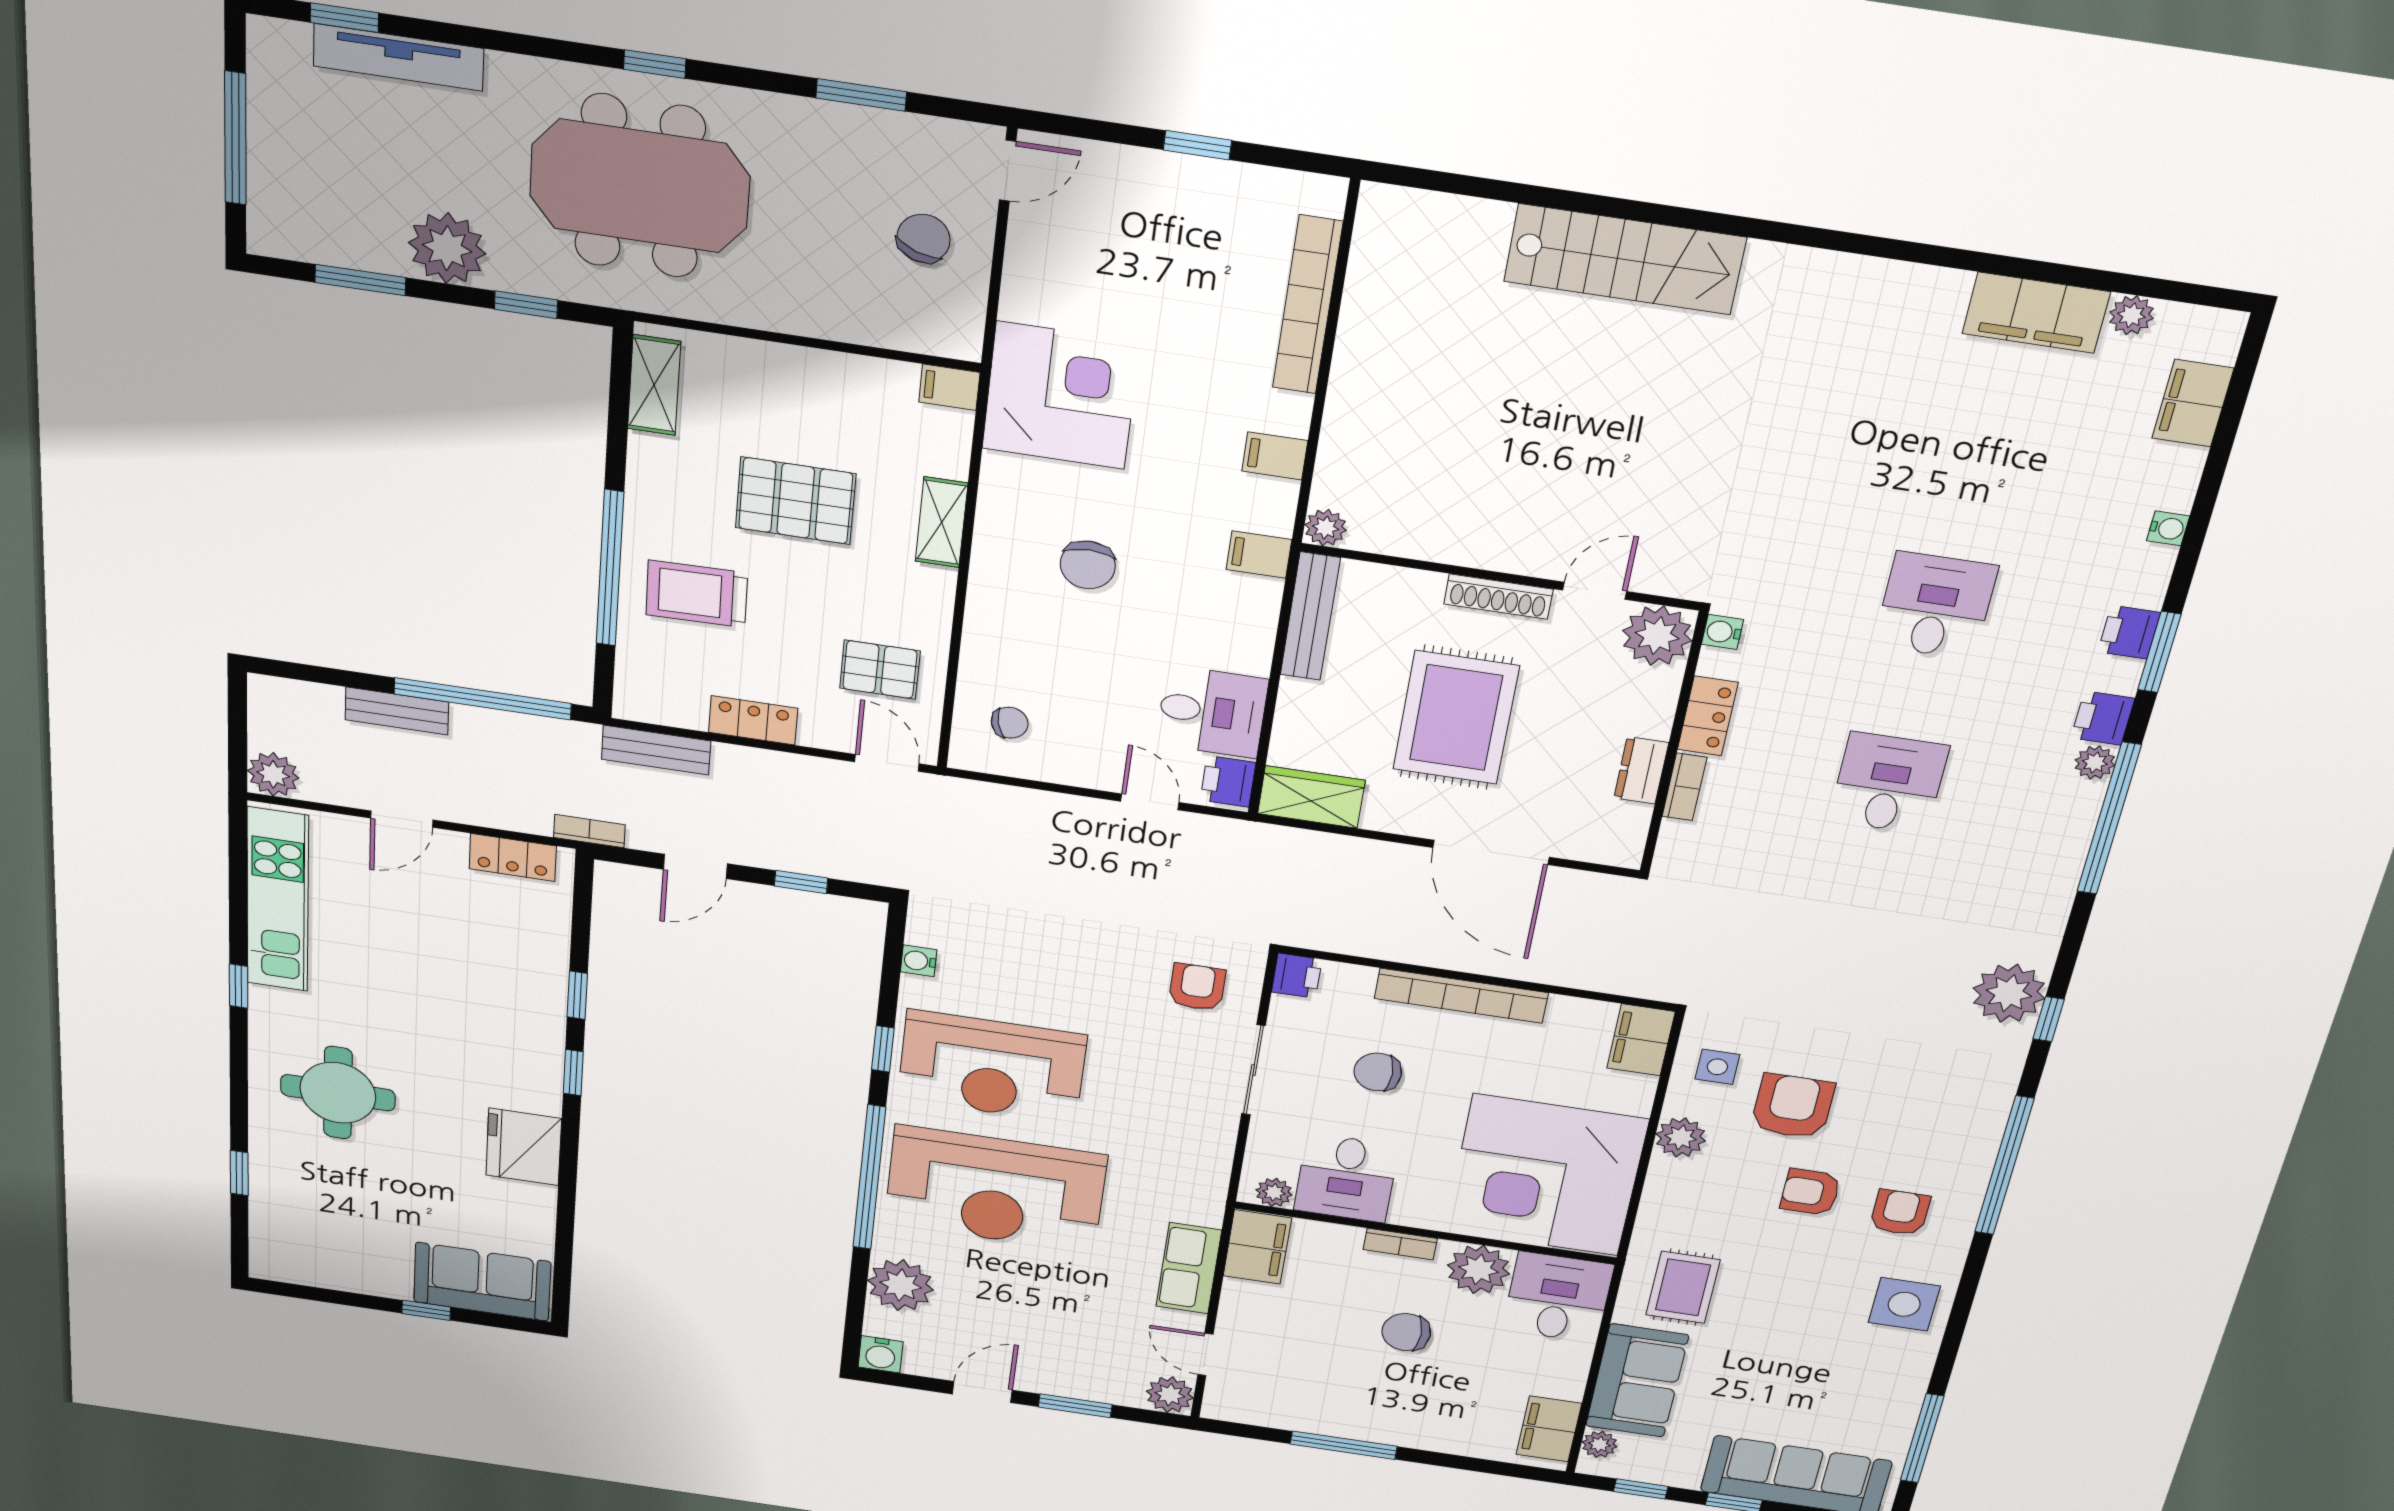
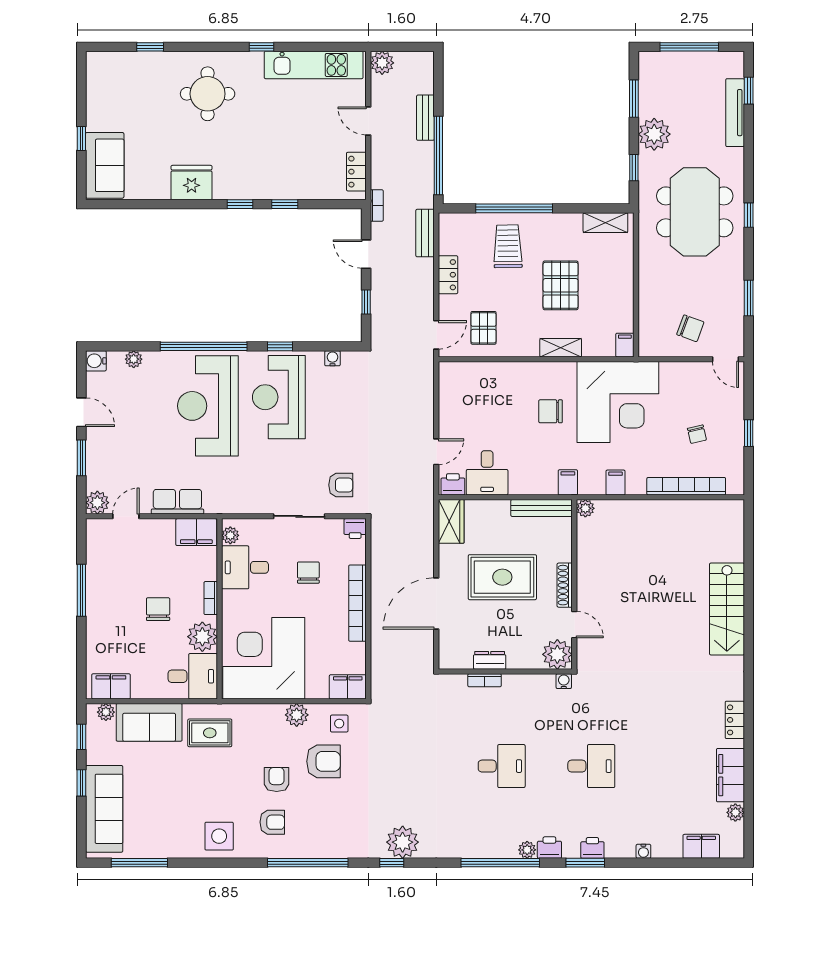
corner desk: (1061, 396) -> (618, 402), width x1.36, depth x1.36
locker: (1708, 716) -> (735, 720), moved, turned 90
chair: (1010, 723) -> (697, 434), moved
plant: (901, 1285) -> (134, 359), width x0.53, depth x0.53

